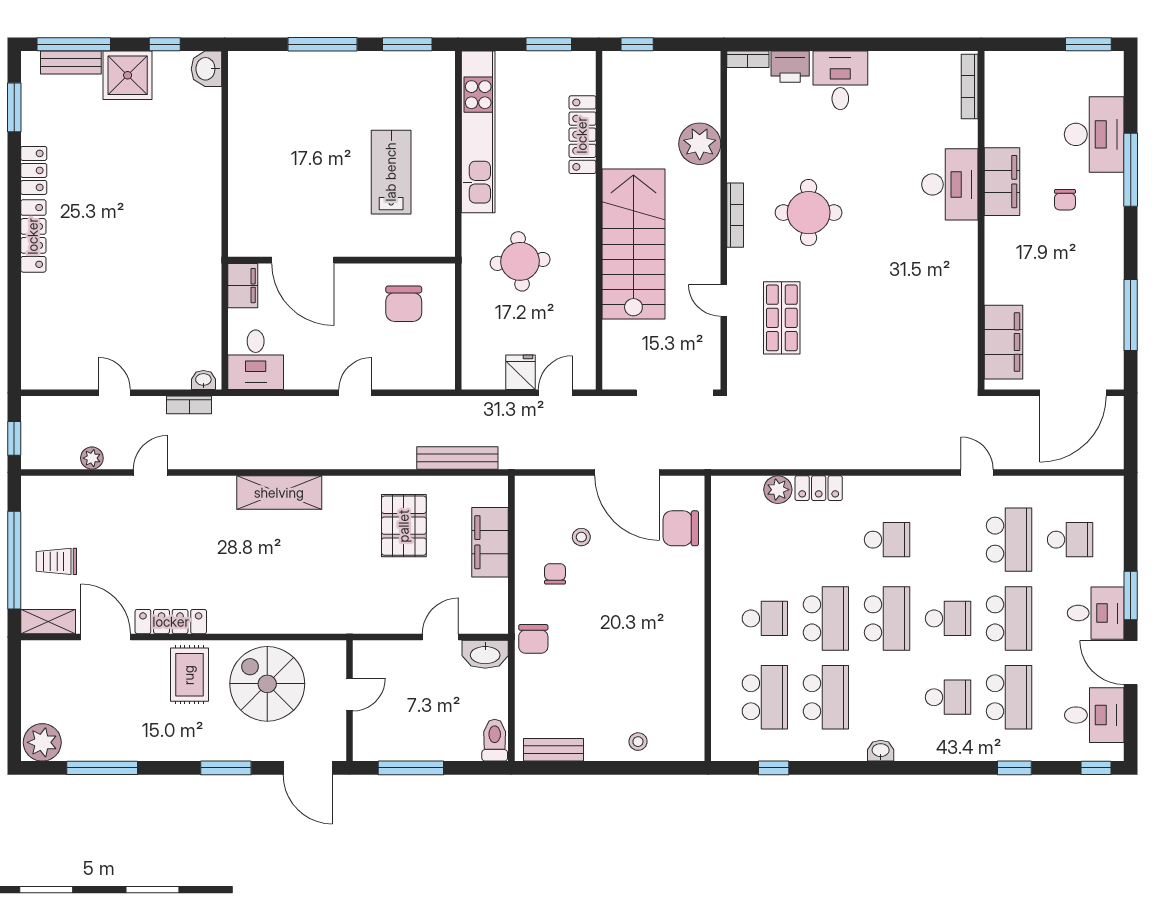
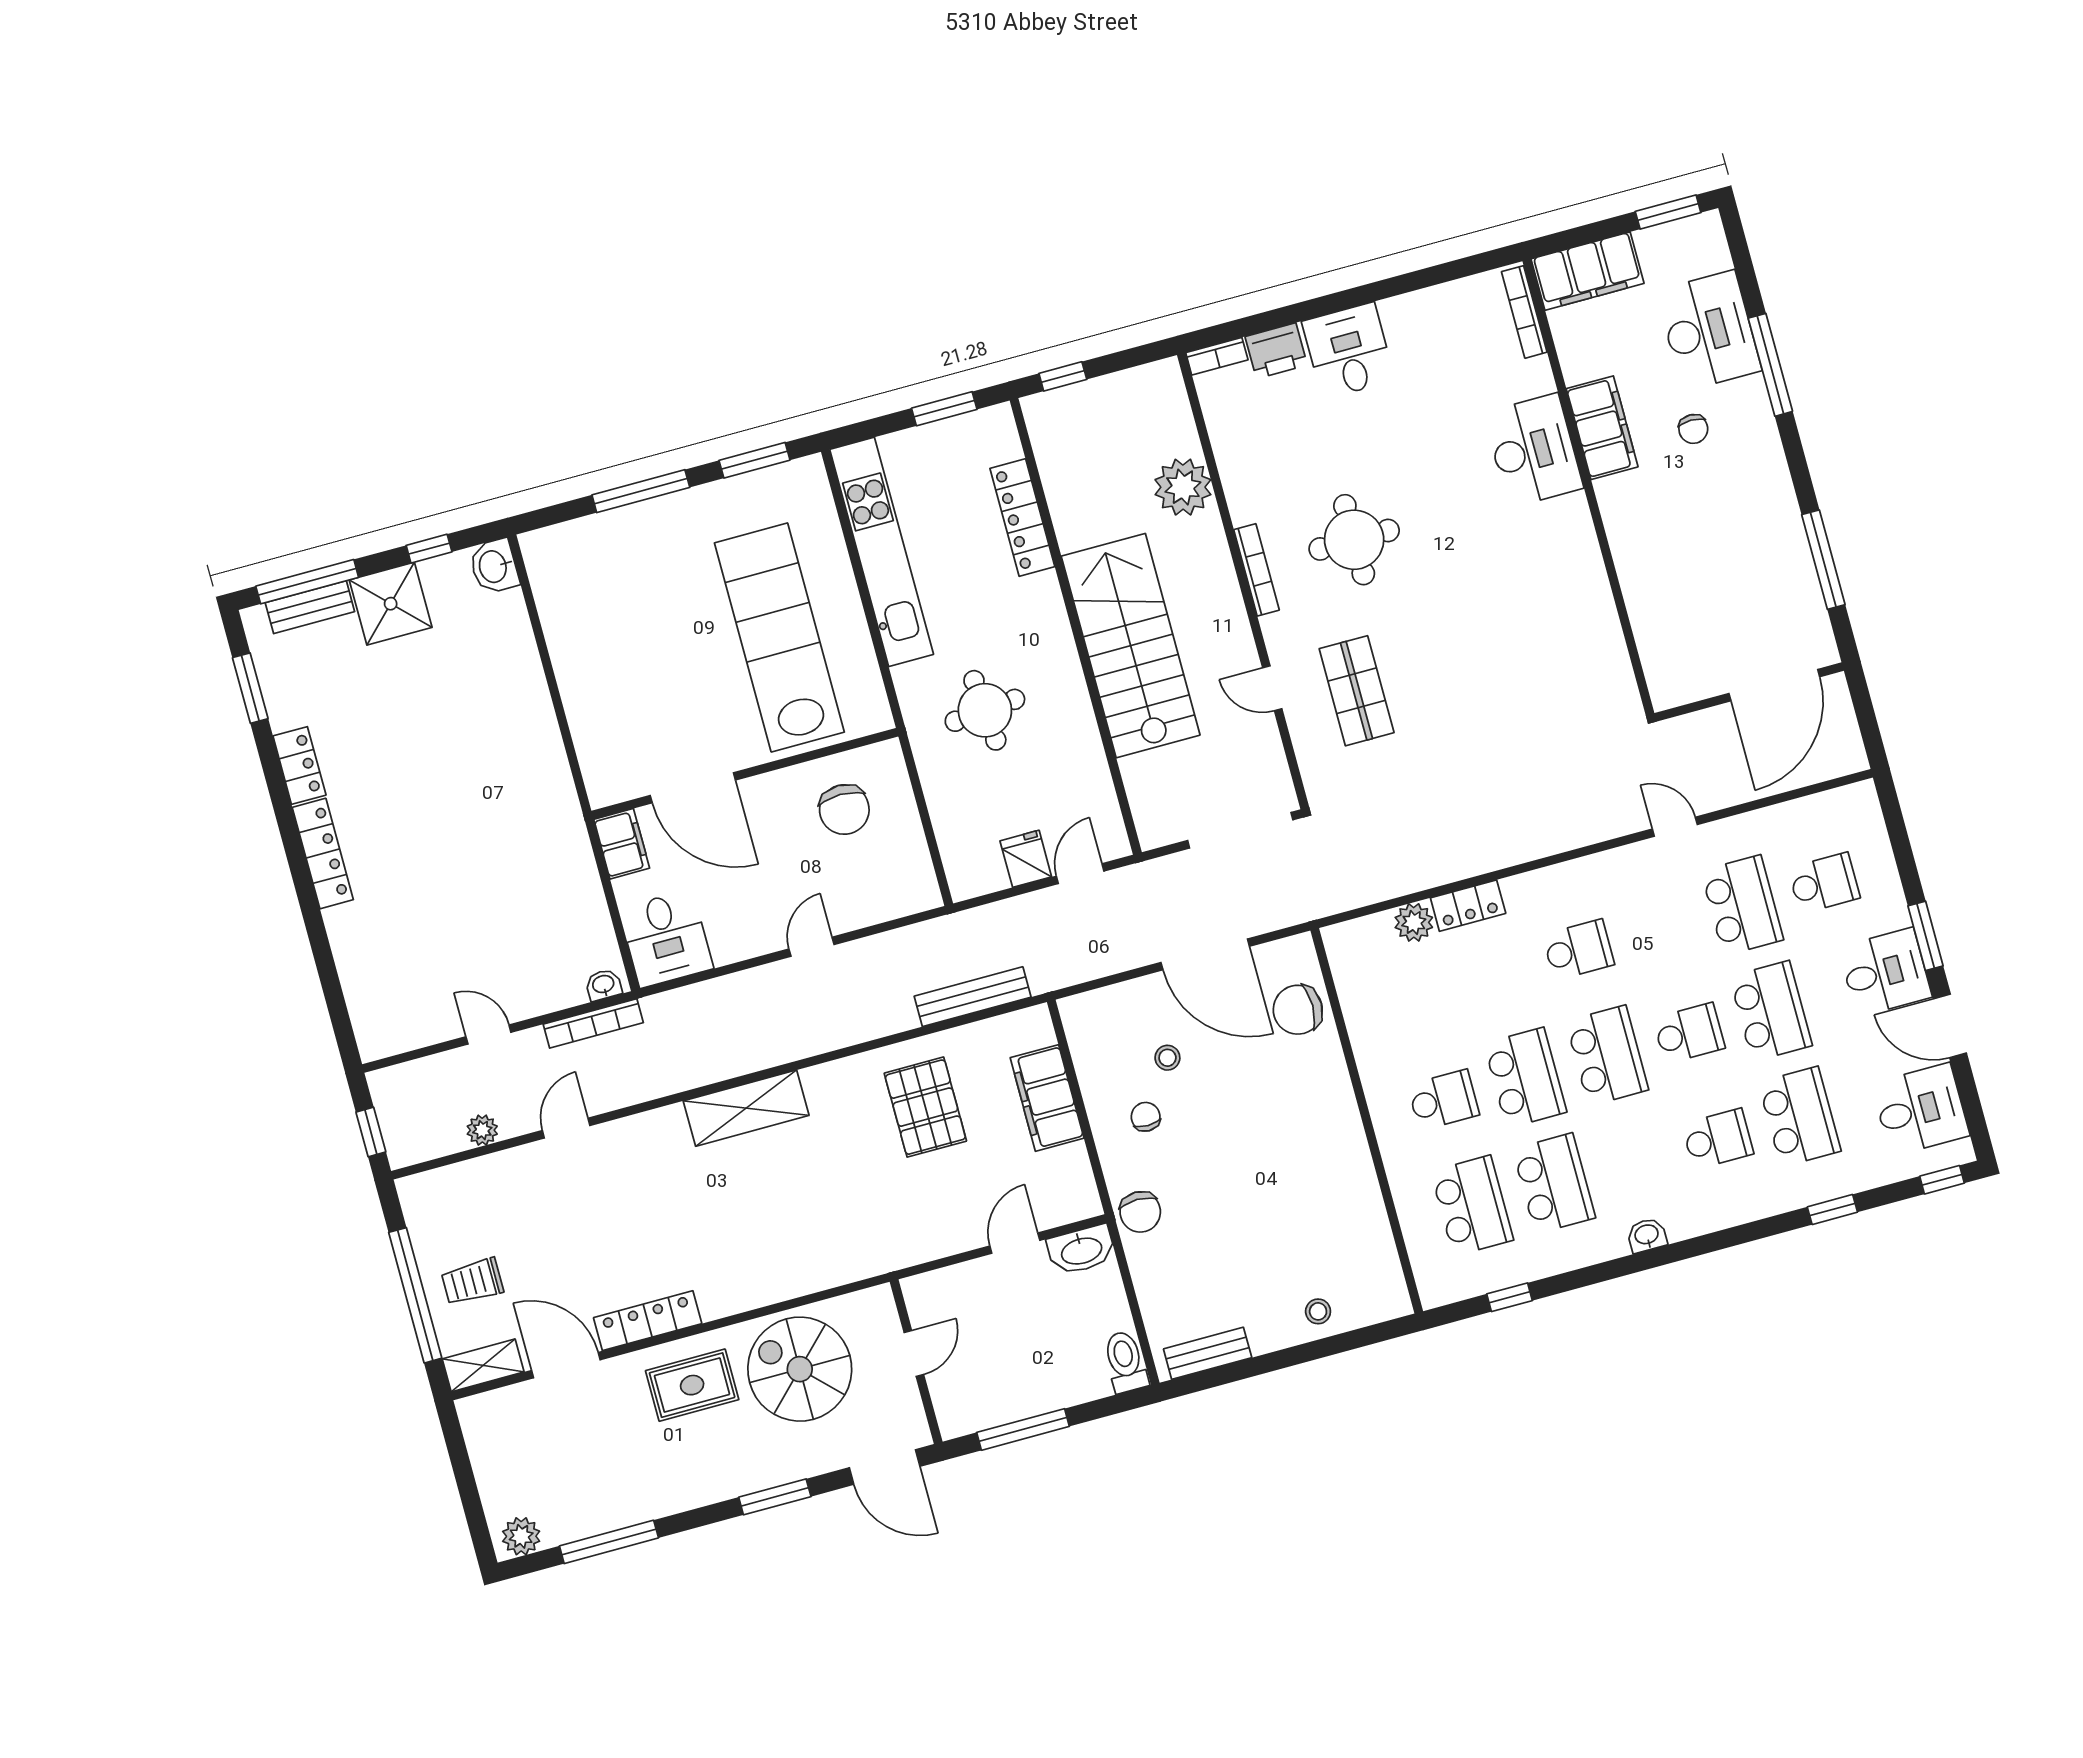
lab bench: (391, 172) -> (779, 637), width x1.86, depth x1.39
filing cabinet: (1004, 342) -> (1588, 271), moved, turned 90
bookcase: (189, 405) -> (593, 1023), width x1.56
rug: (189, 675) -> (692, 1385), turned 90
plant: (42, 742) -> (521, 1536), width x0.73, depth x0.73

